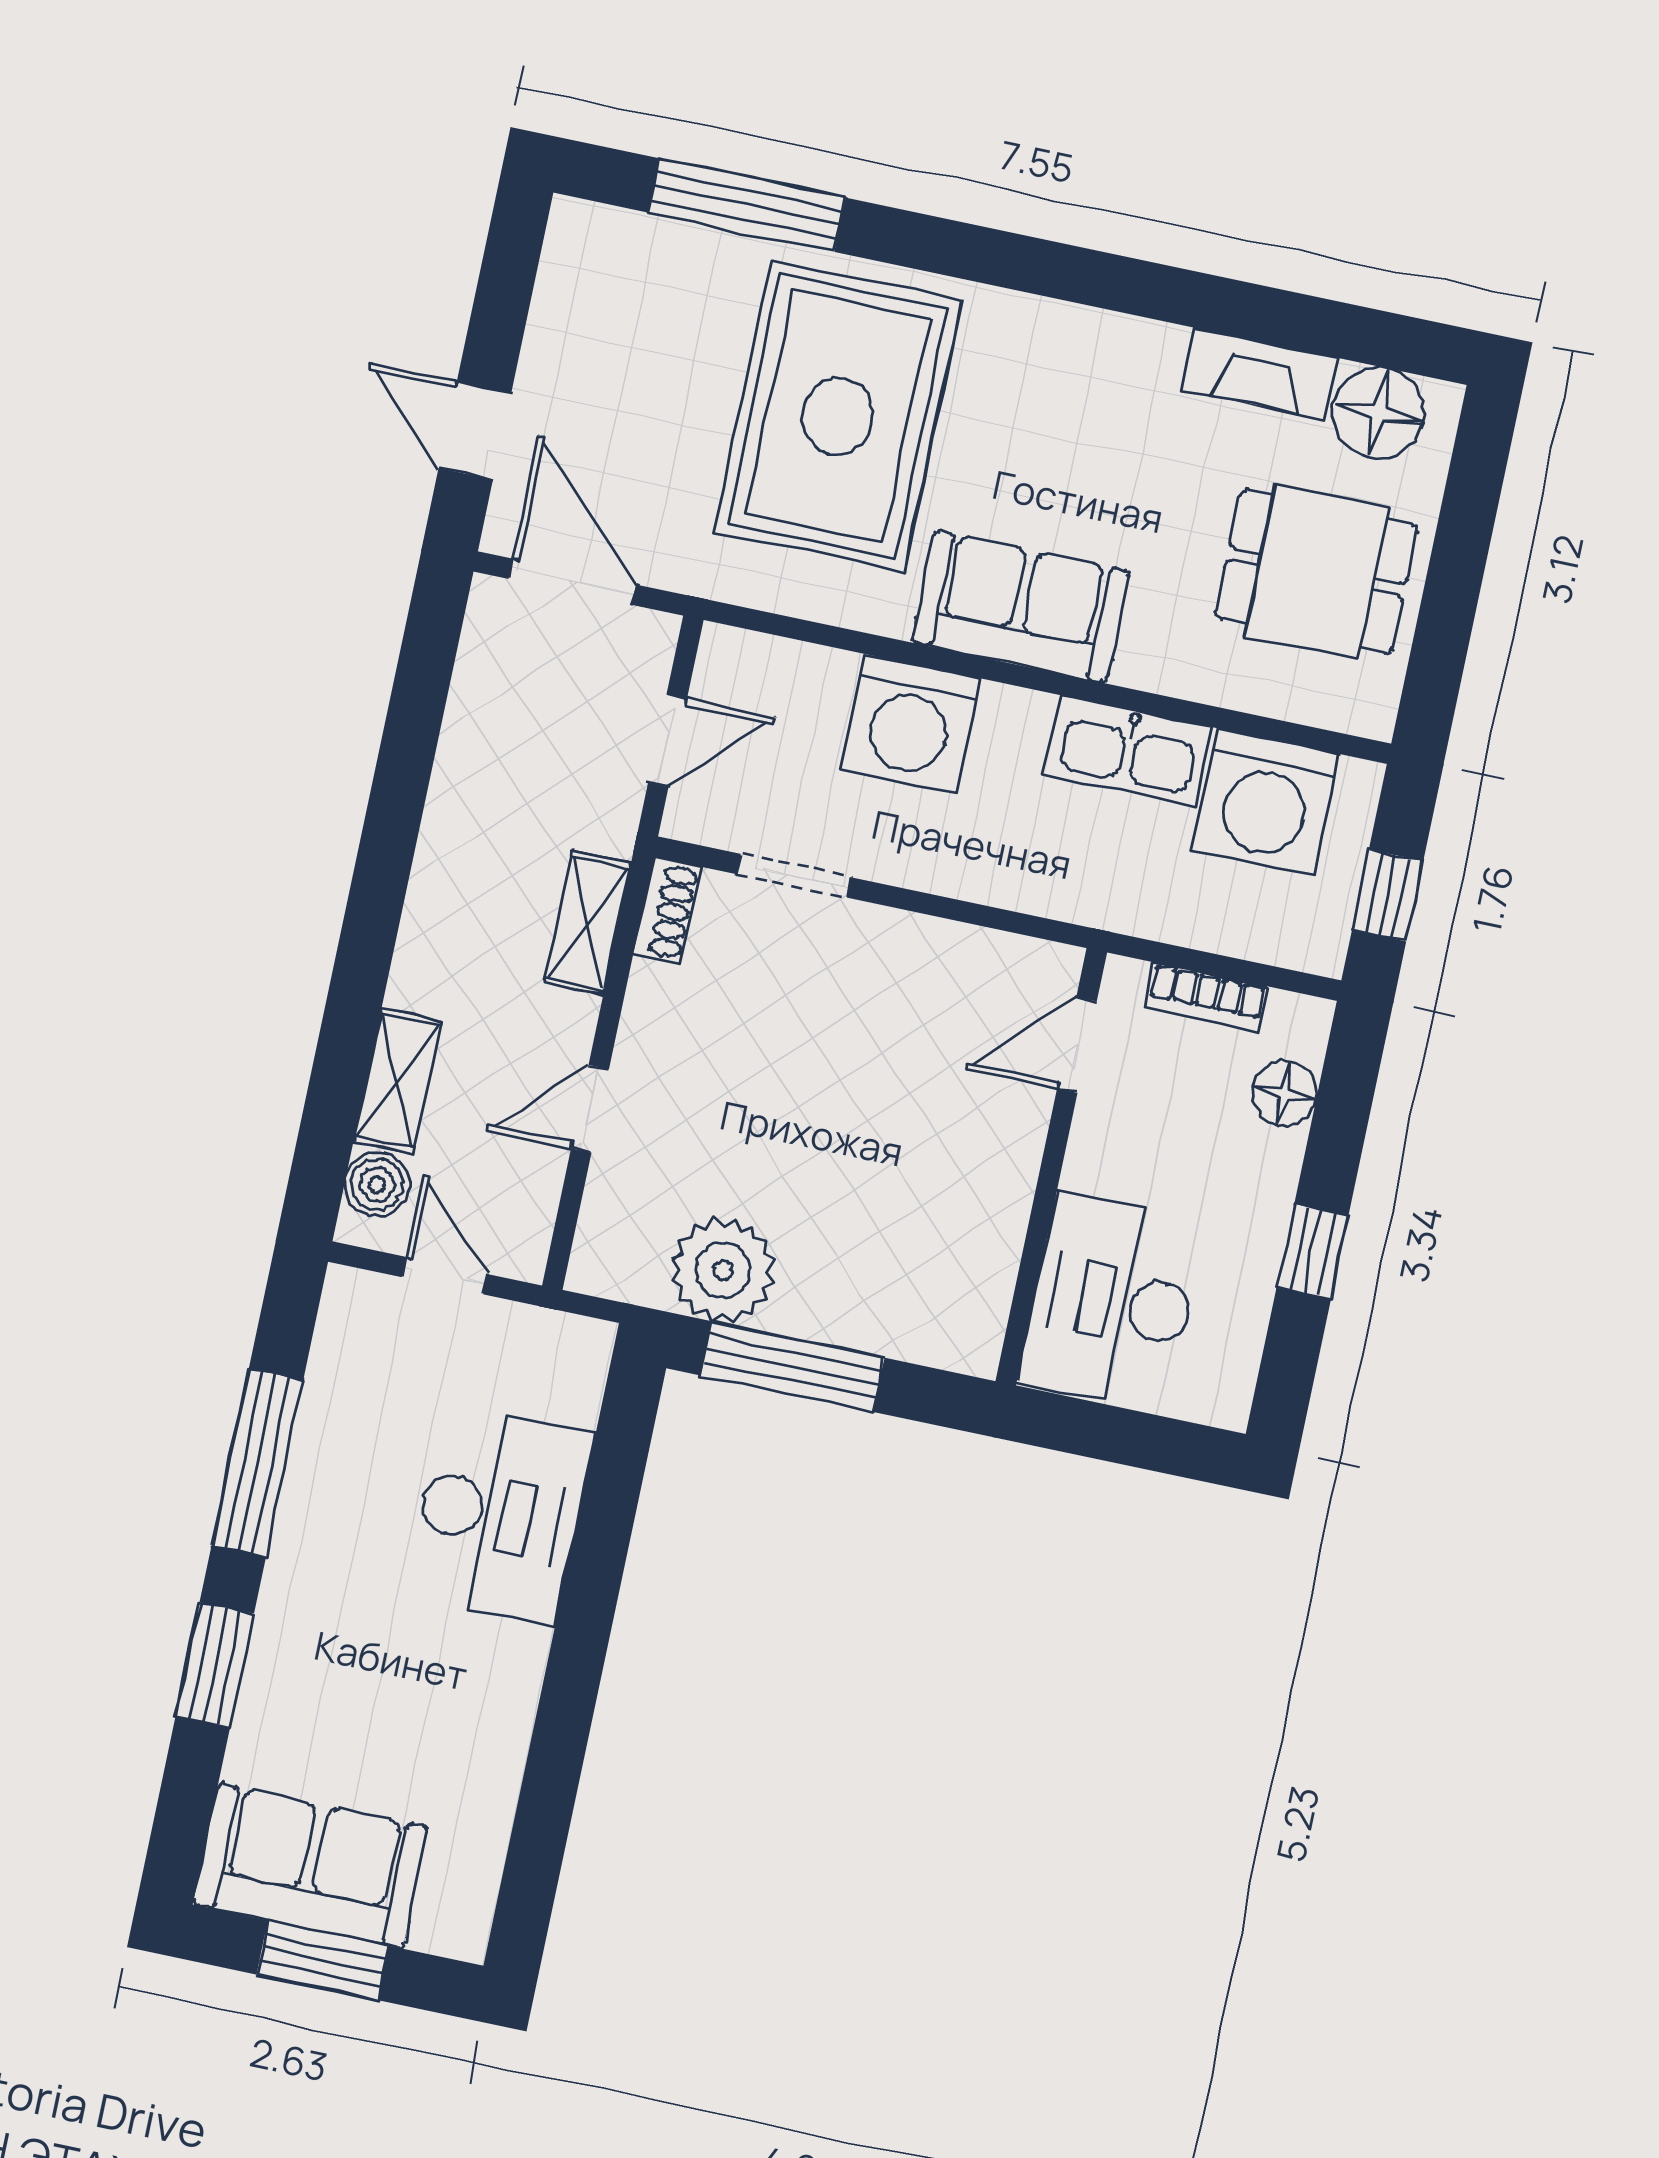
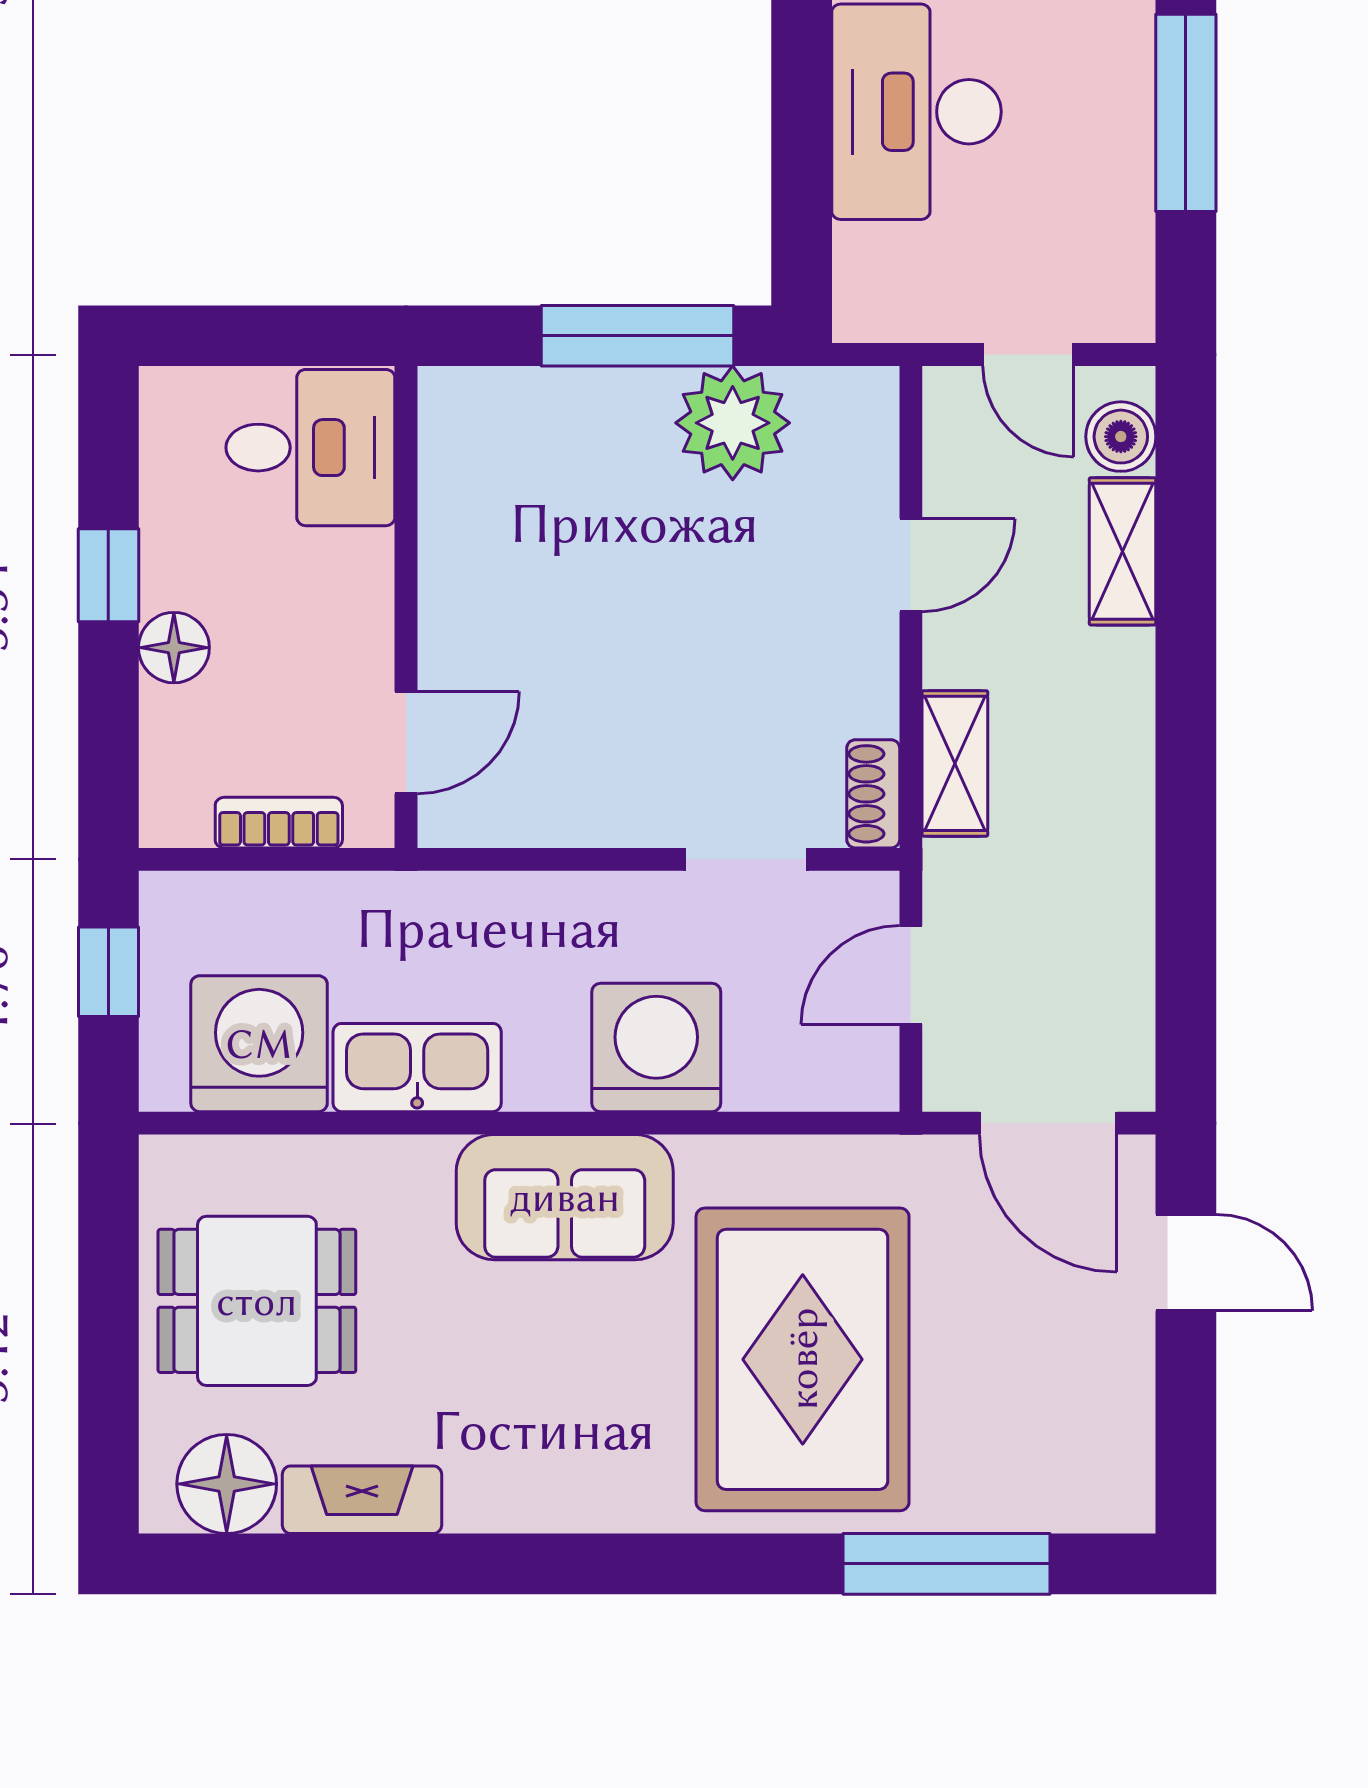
floor lamp: (1284, 1093) -> (174, 648), moved
desk: (1112, 1302) -> (310, 448), width x0.73

